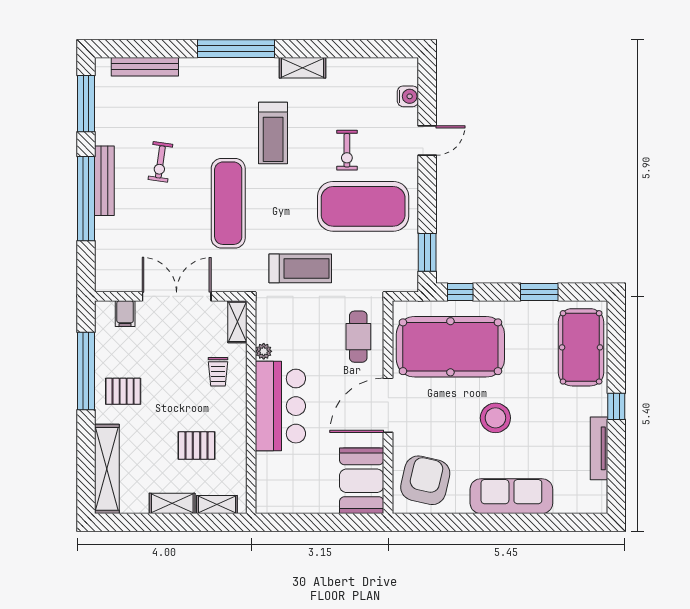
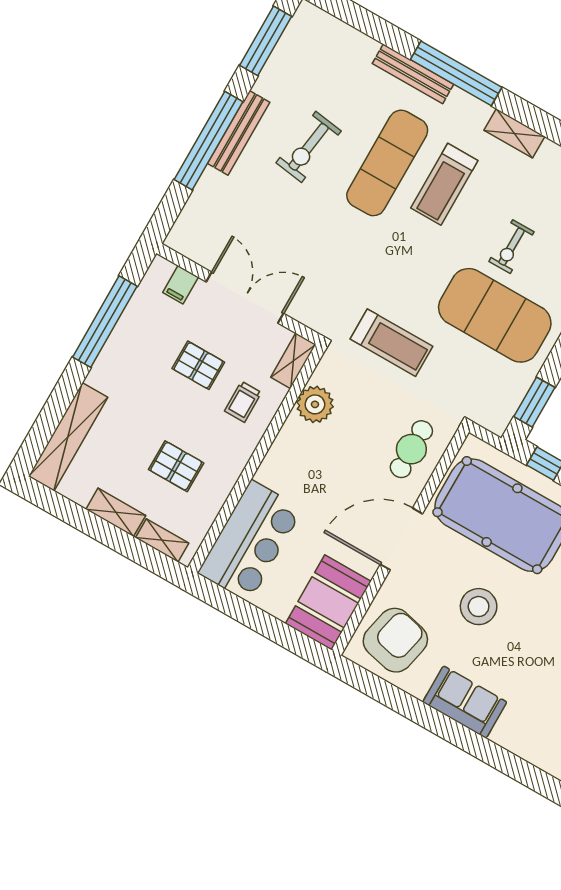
bench: (145, 67) -> (413, 74), moved
exercise bike: (160, 162) -> (309, 147), width x1.38, depth x1.39
exercise mat: (228, 203) -> (387, 163), moved
plant: (264, 351) -> (315, 404), width x1.87, depth x1.87
pallet: (123, 391) -> (198, 365), moved
bar counter: (280, 406) -> (250, 541), moved
stool: (495, 418) -> (479, 607), moved
sofa: (511, 496) -> (465, 702), width x0.73

